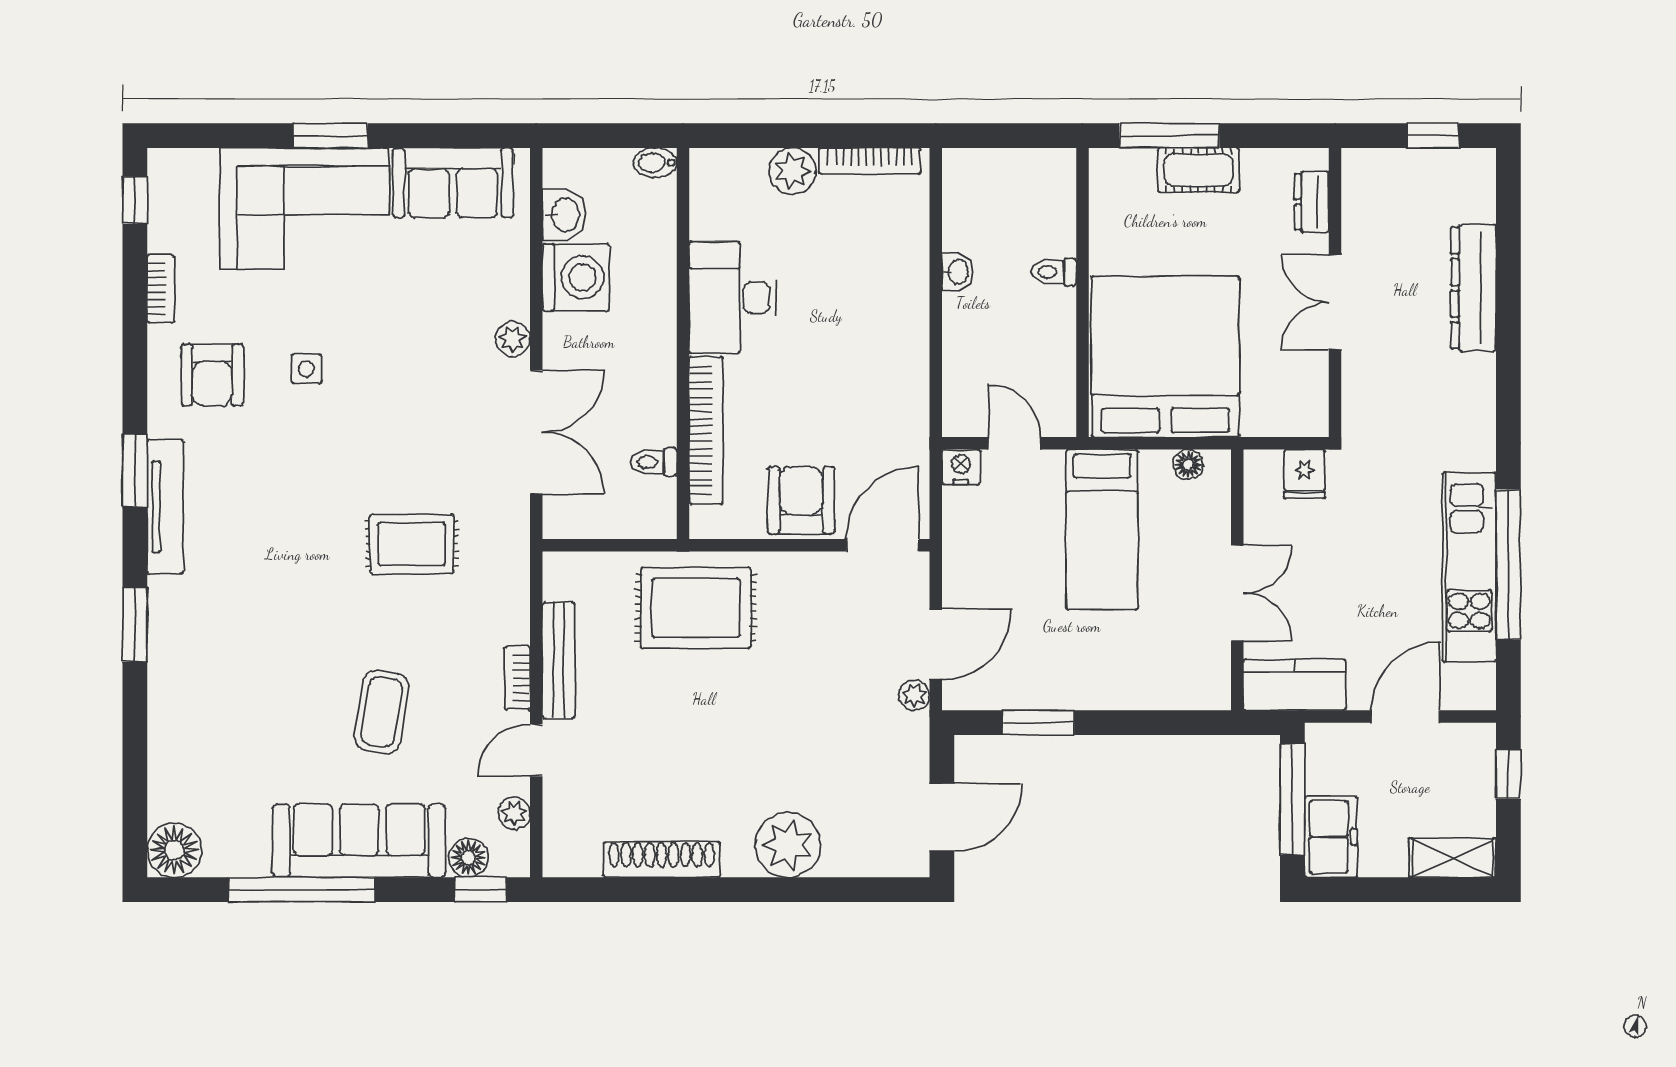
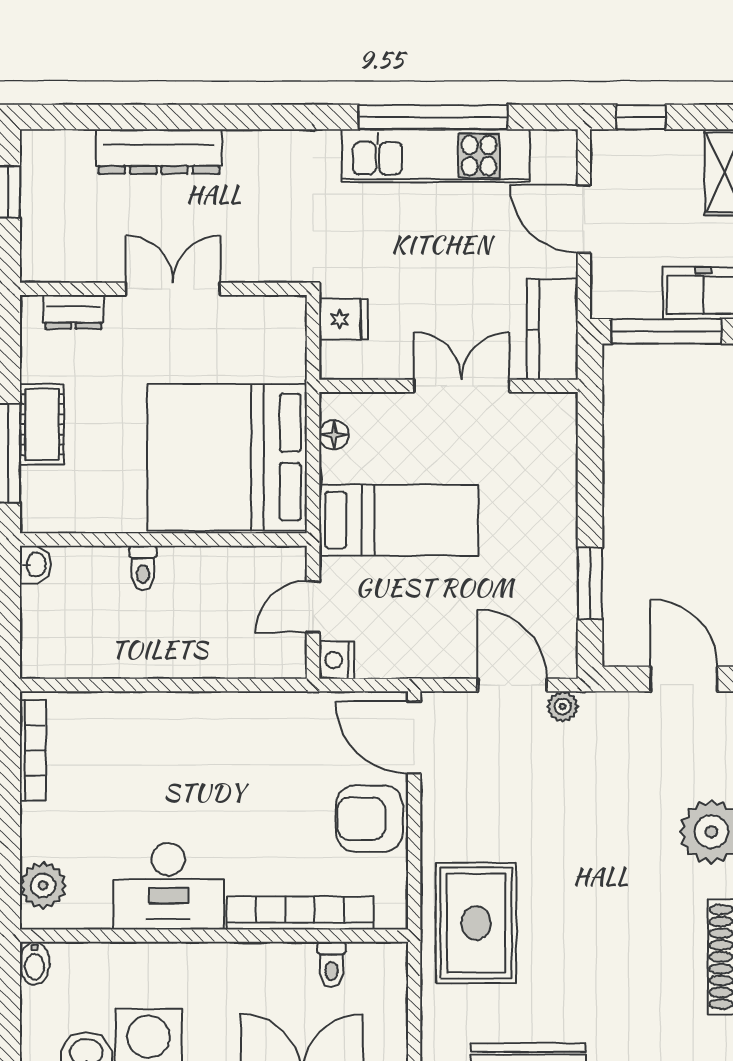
plant: (792, 171) -> (43, 885), moved
washbasin: (957, 272) -> (35, 565), moved, turned 90
double door: (1335, 302) -> (173, 289), swing flipped

